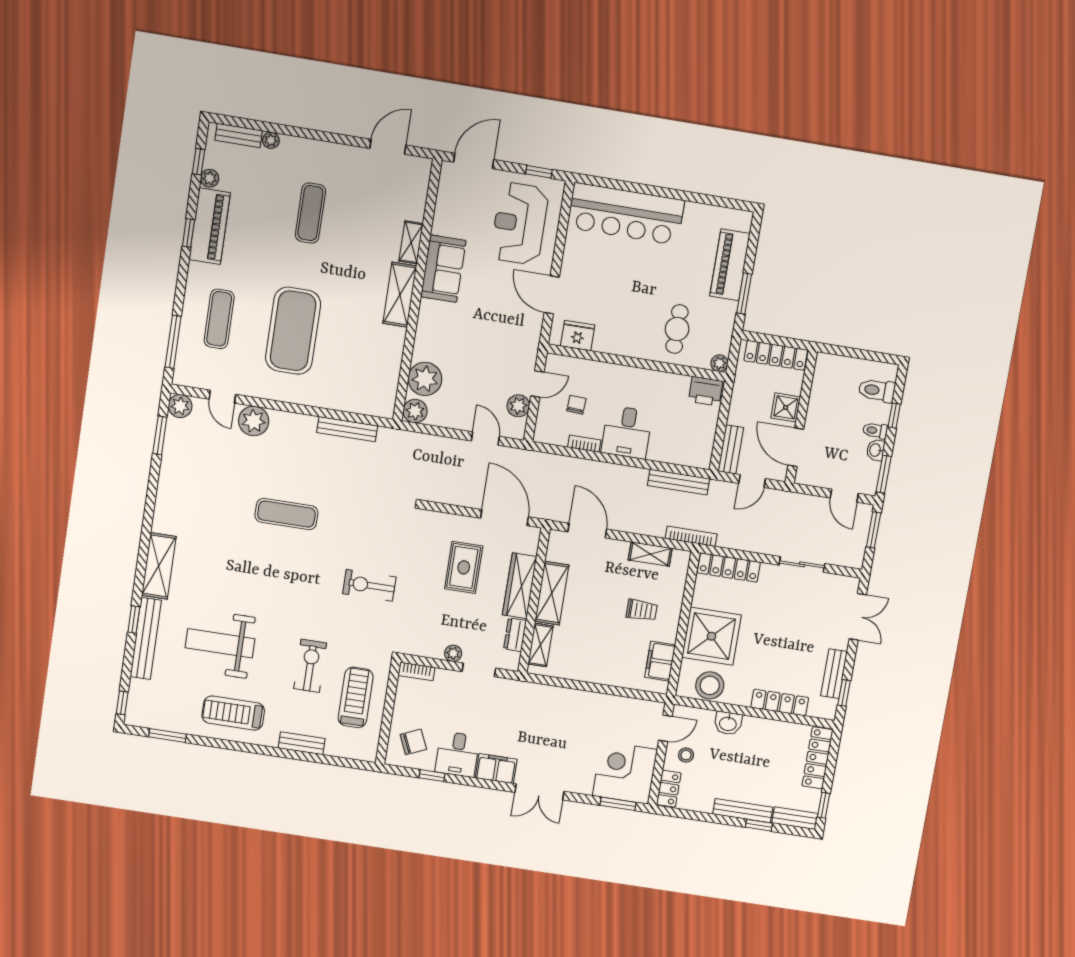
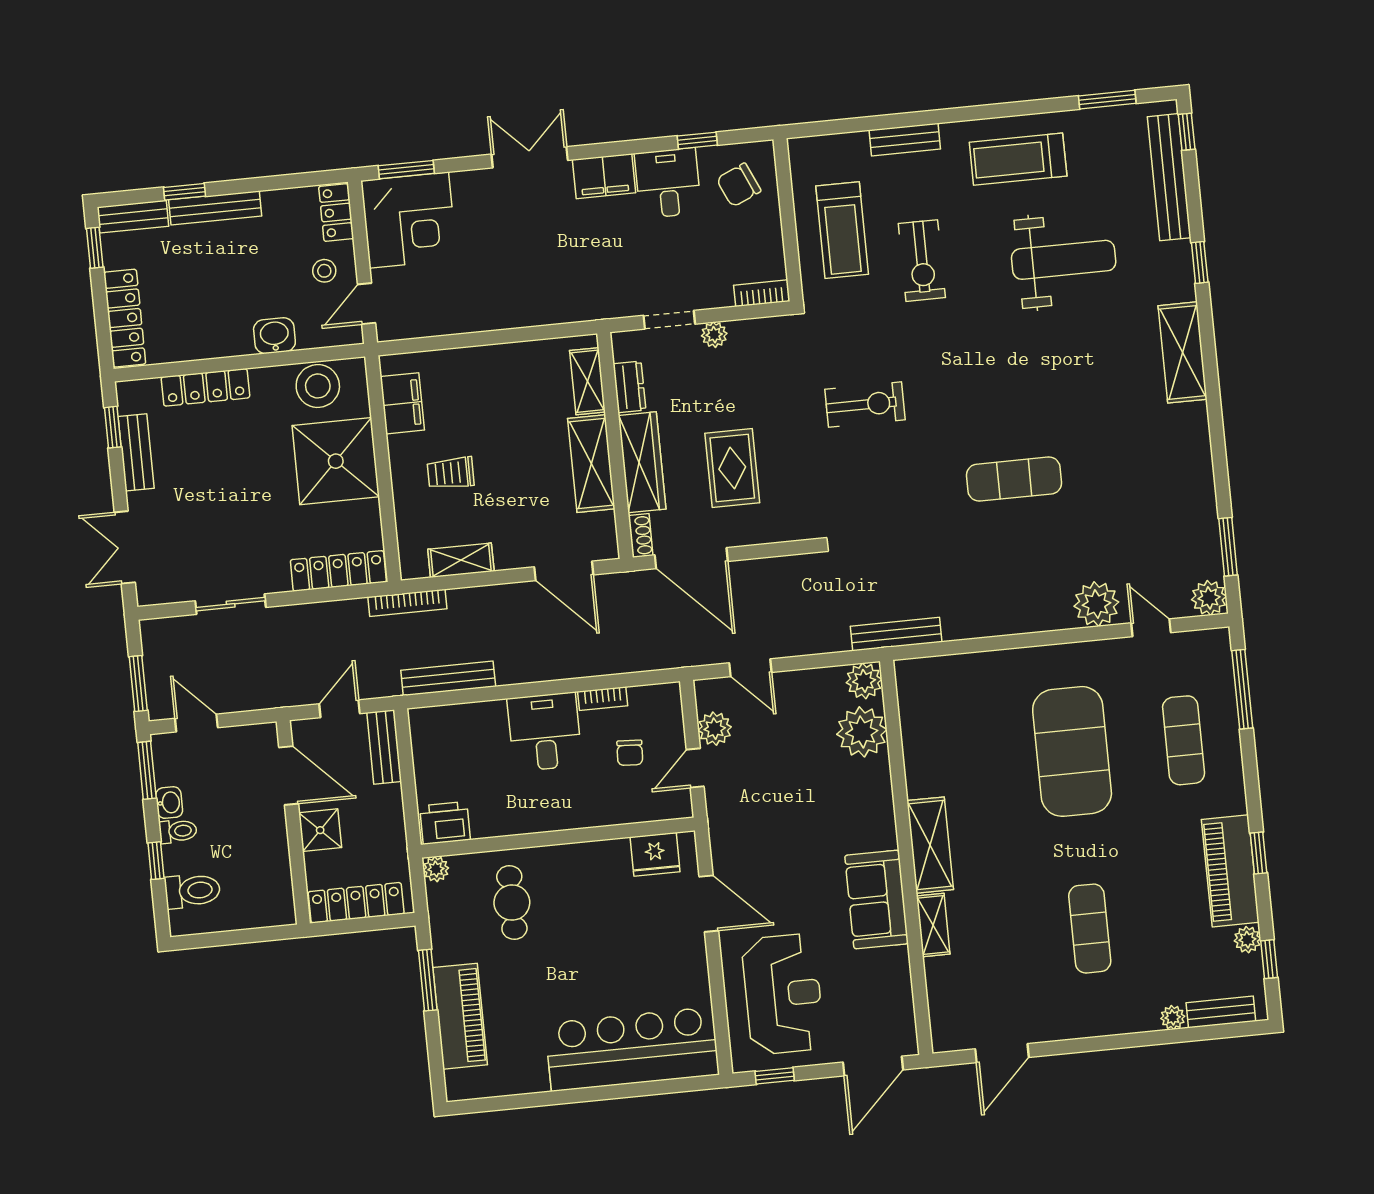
bench: (347, 429) -> (896, 634), moved
shoe rack: (533, 540) -> (641, 536), added
bench: (146, 638) -> (1169, 177), moved
treadmill: (233, 713) -> (1018, 159), turned 180

